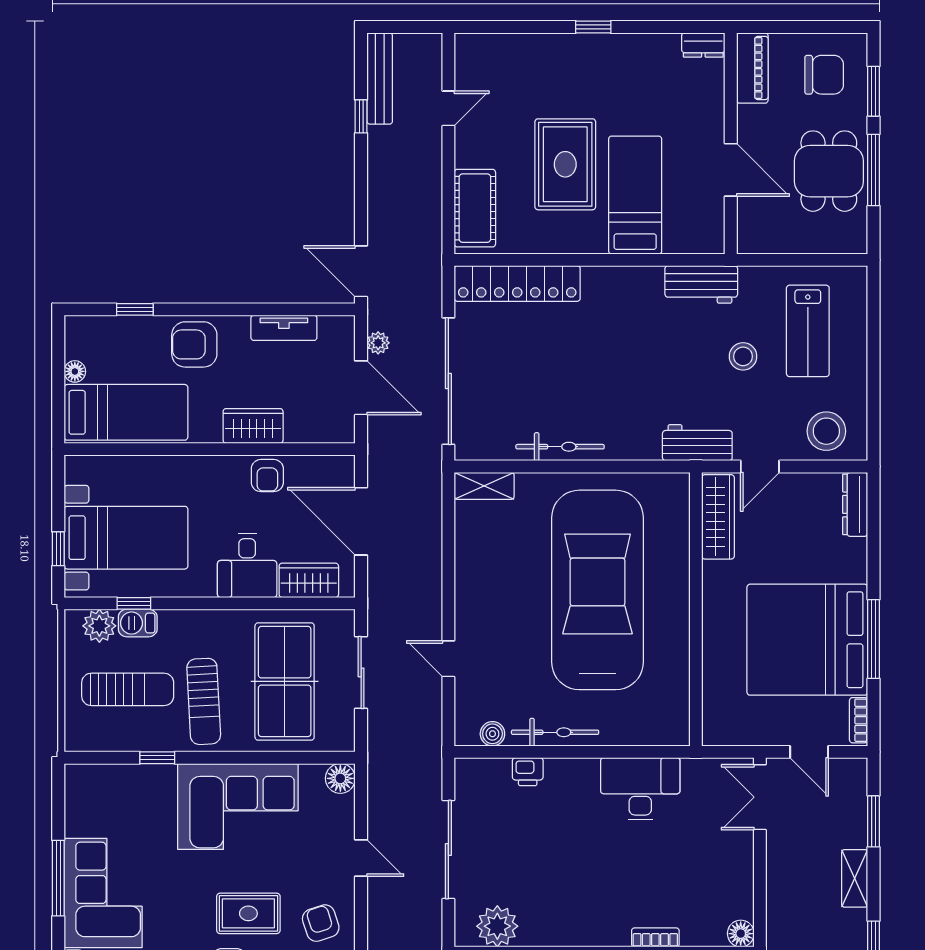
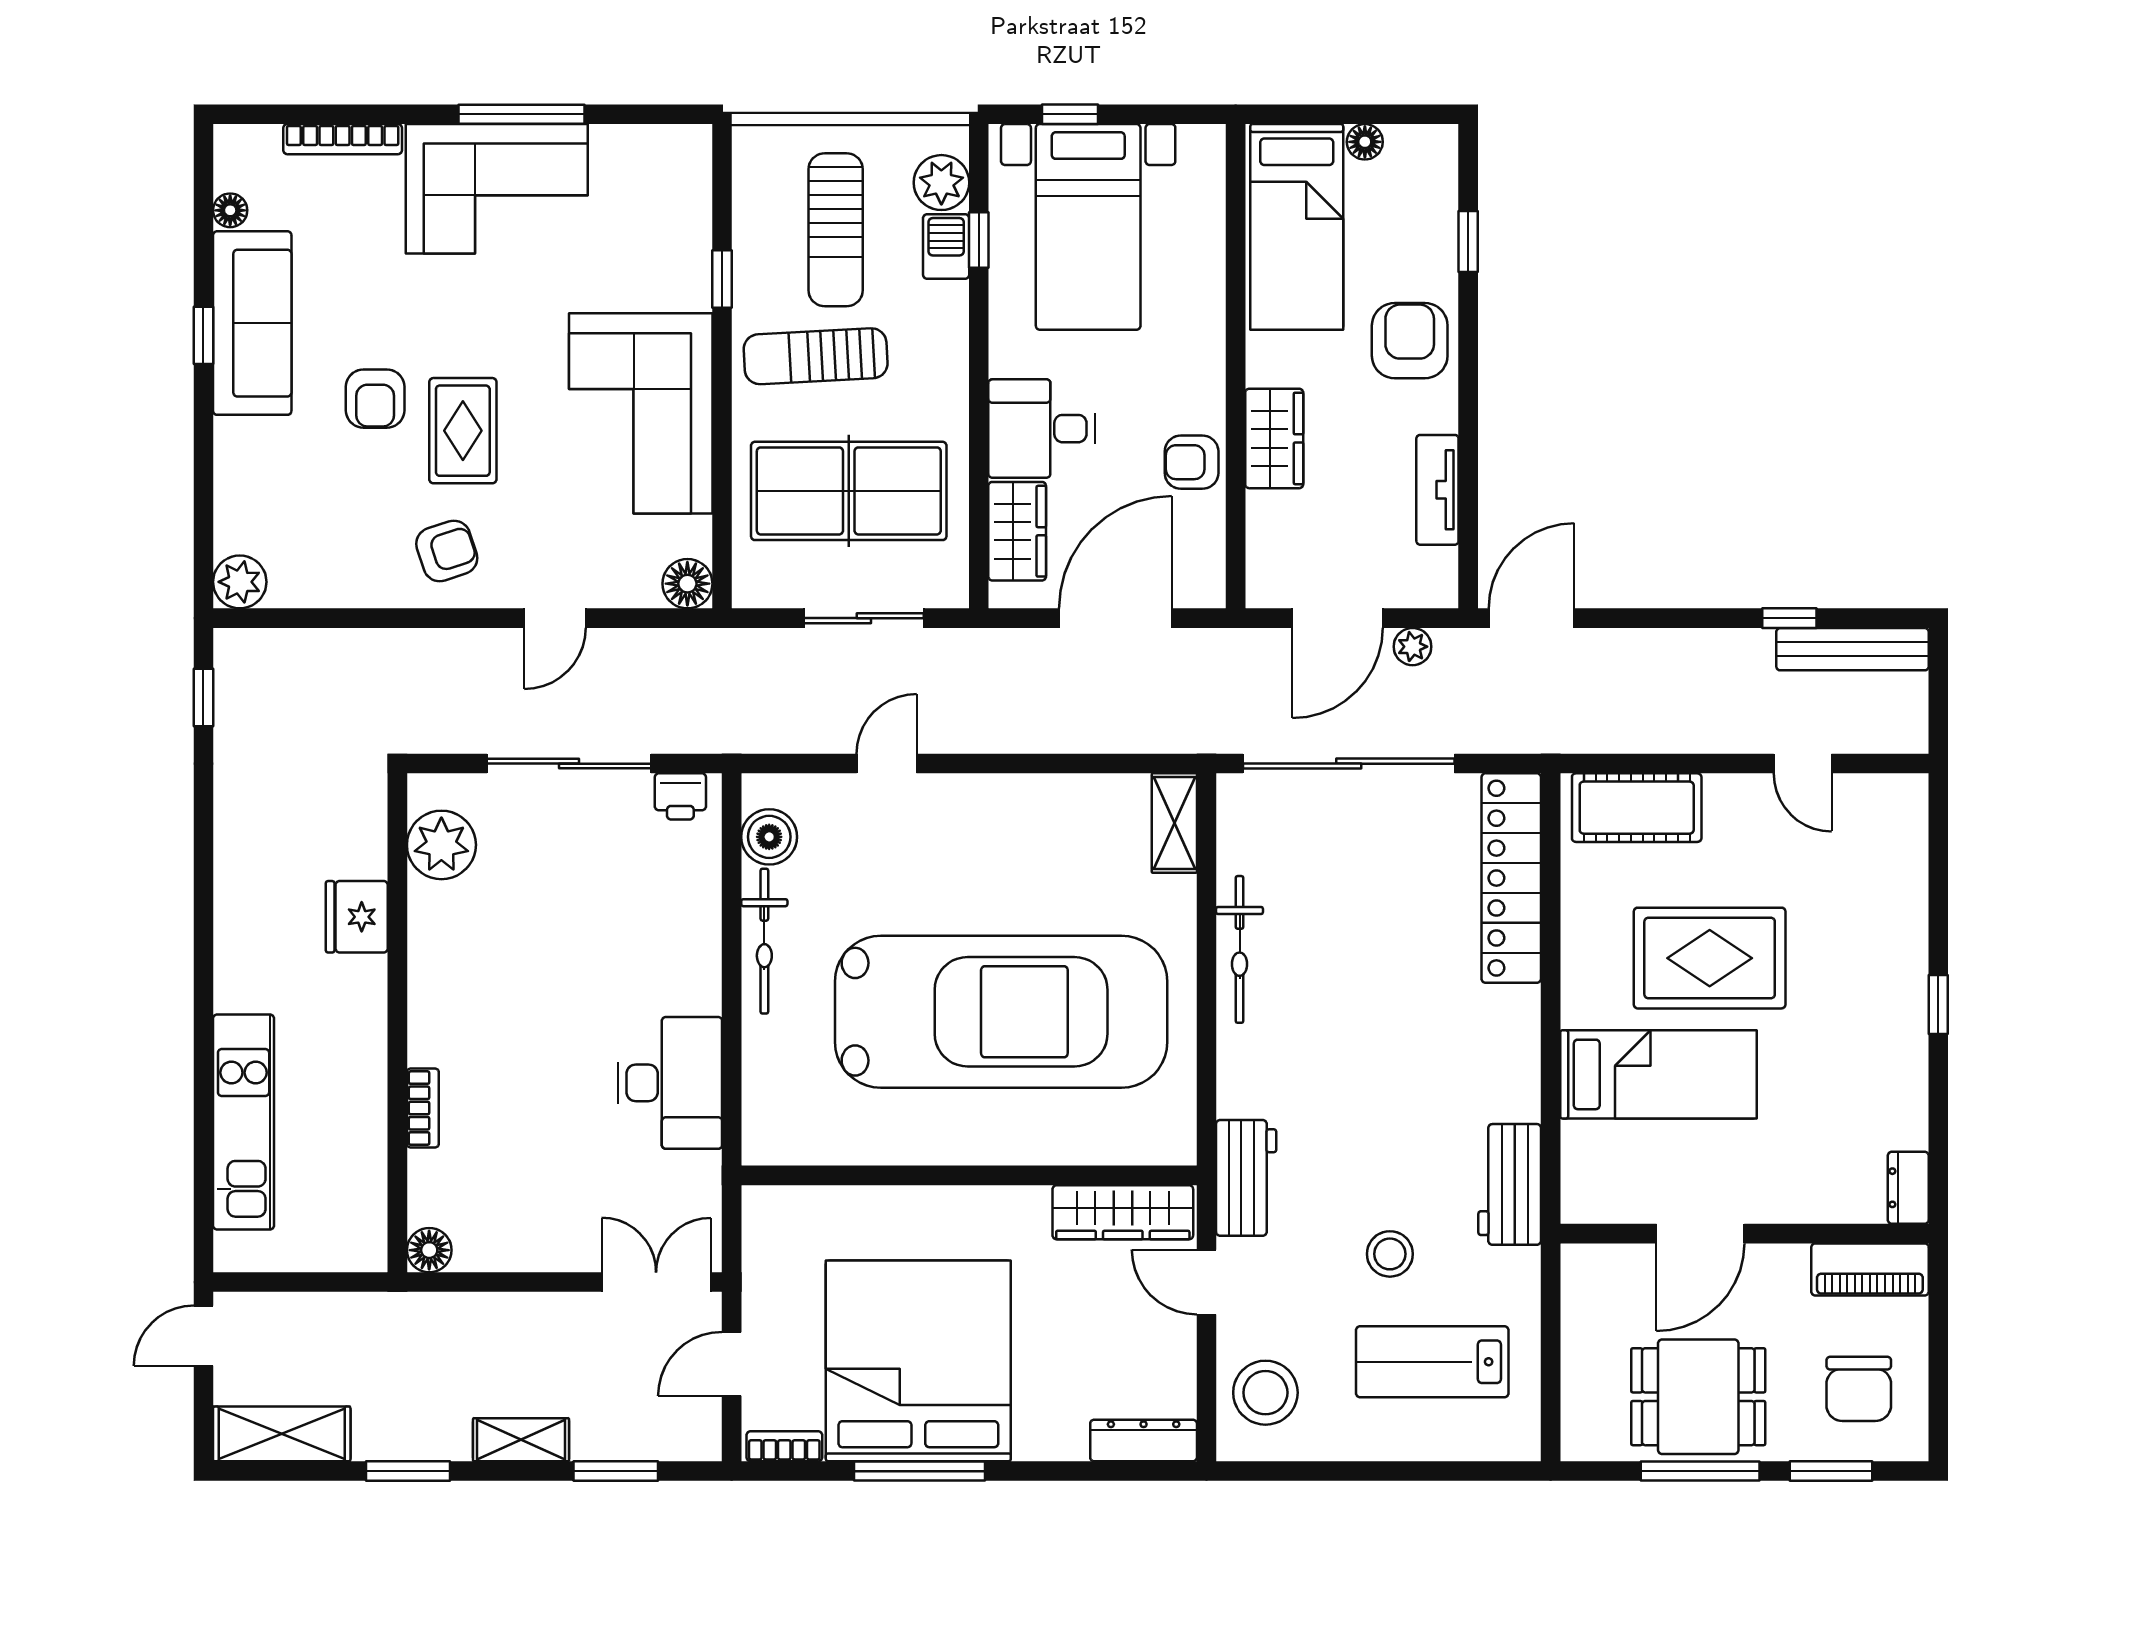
boiler: (492, 734) -> (769, 837), width x1.36, depth x1.36
printer: (528, 772) -> (680, 796), moved, turned -90

